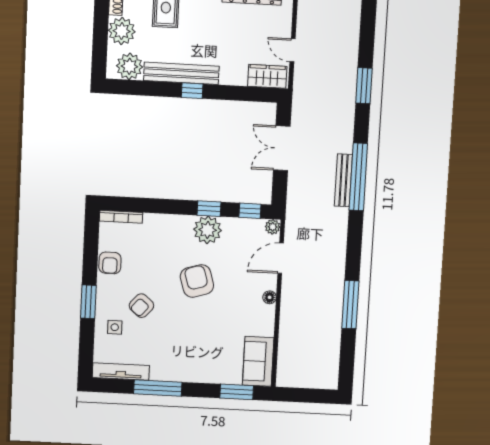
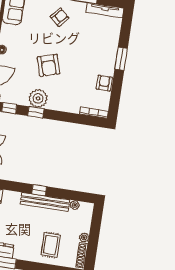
plant: (122, 31) -> (84, 238), width x0.53, depth x0.53
plant: (129, 66) -> (75, 205), width x0.53, depth x0.53
armchair: (141, 306) -> (60, 17), moved
side table: (115, 327) -> (106, 40), removed

